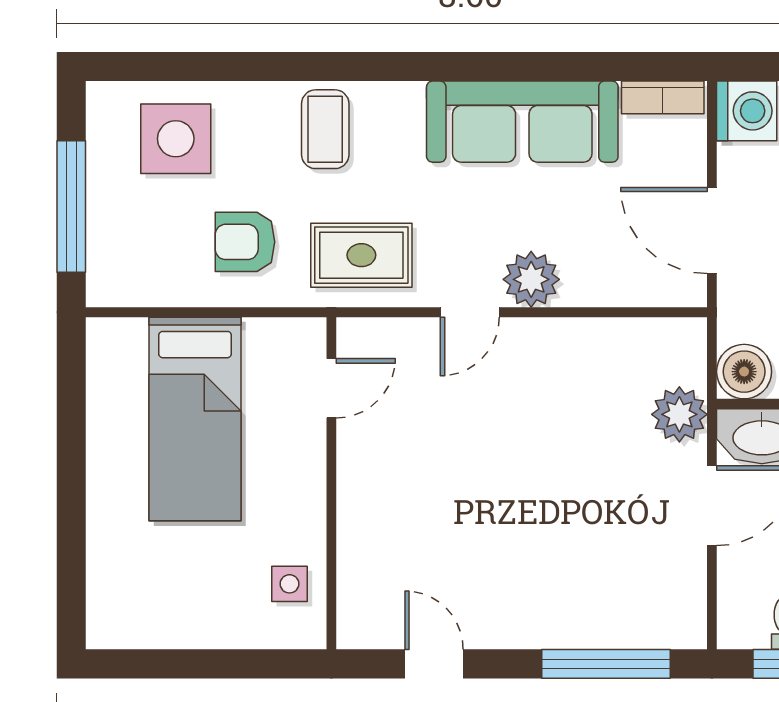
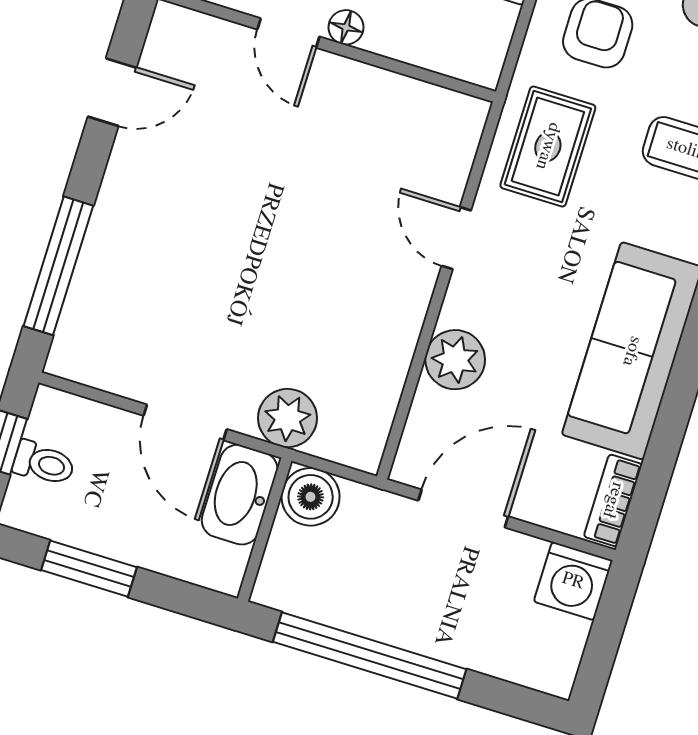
plant: (531, 279) -> (455, 360), moved
door: (331, 388) -> (288, 33), moved
floor lamp: (310, 471) -> (346, 27), added

